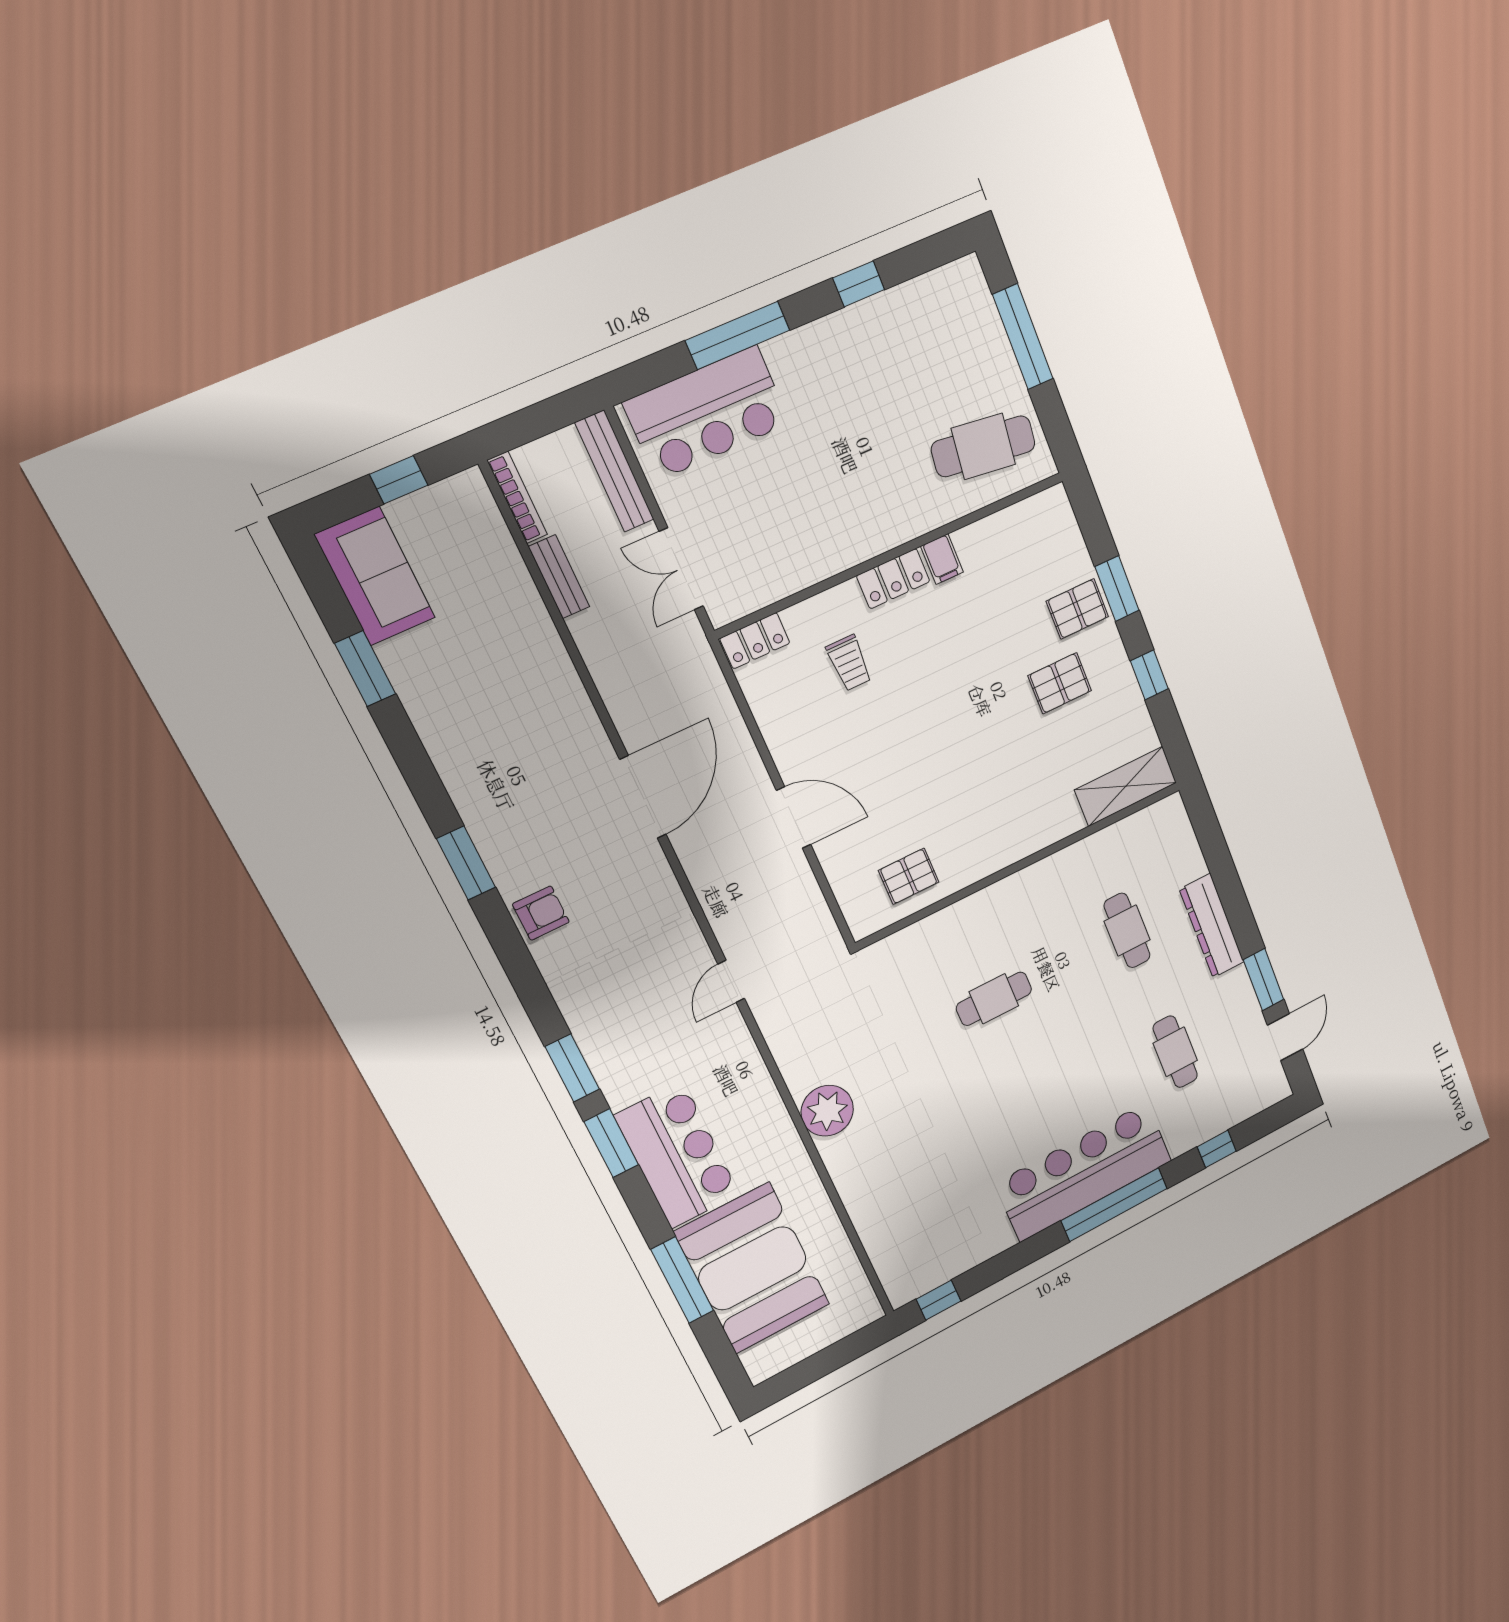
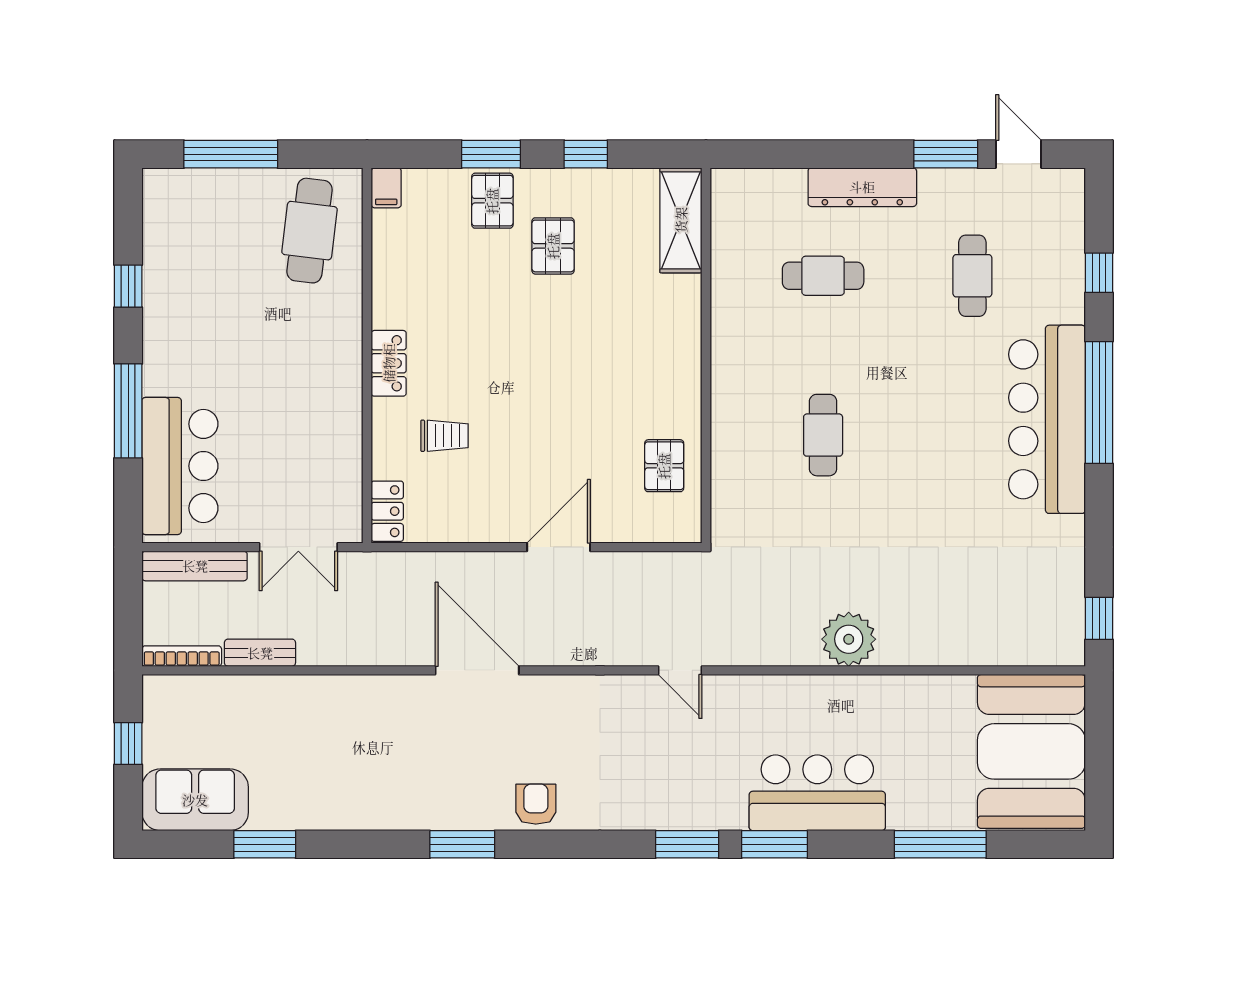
filing cabinet: (942, 559) -> (386, 188), moved, turned 90
cafe table: (1175, 1052) -> (972, 276), turned 90
booth: (753, 1268) -> (1031, 751), moved, turned 90

